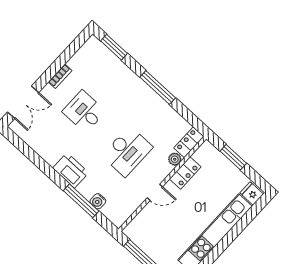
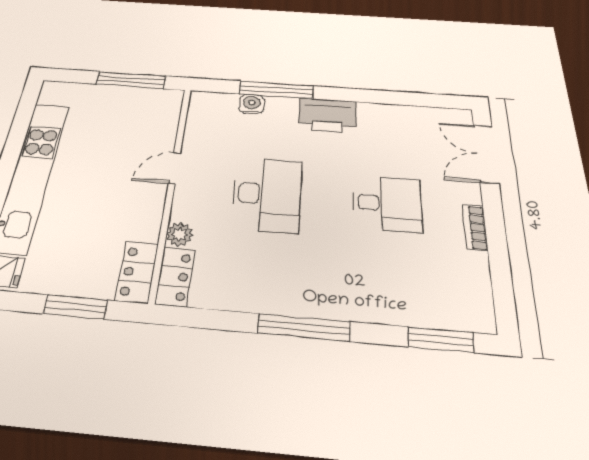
desk: (127, 151) -> (267, 194), turned 180
locker: (185, 173) -> (137, 272), moved

